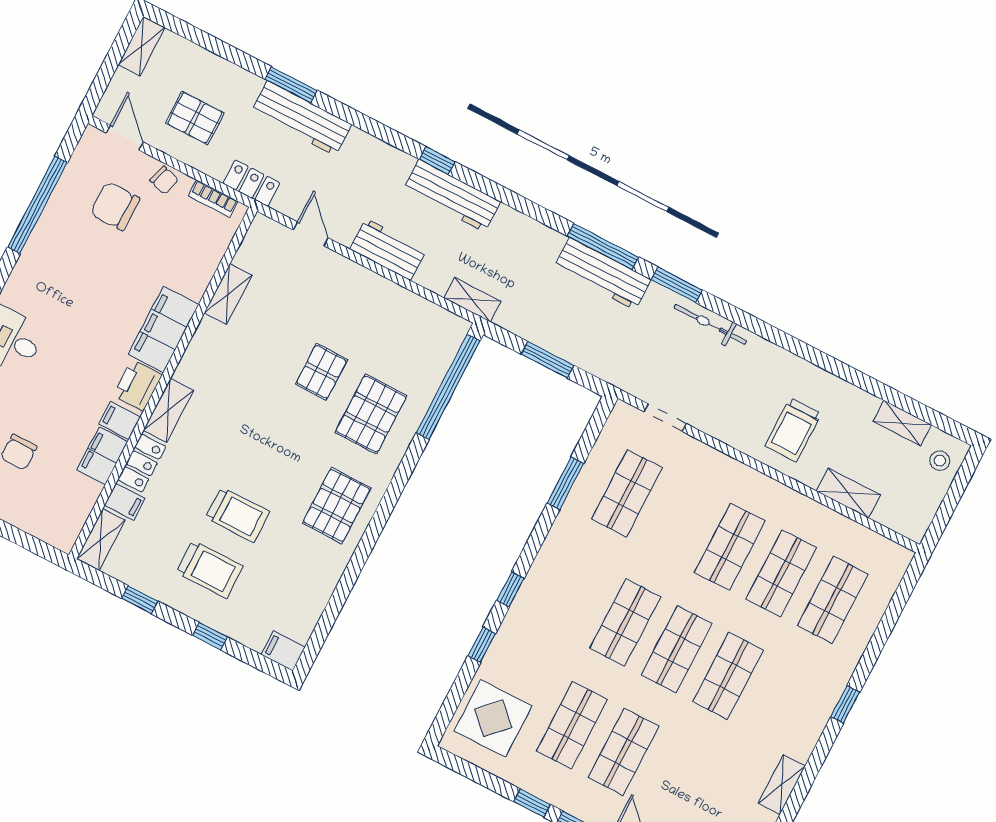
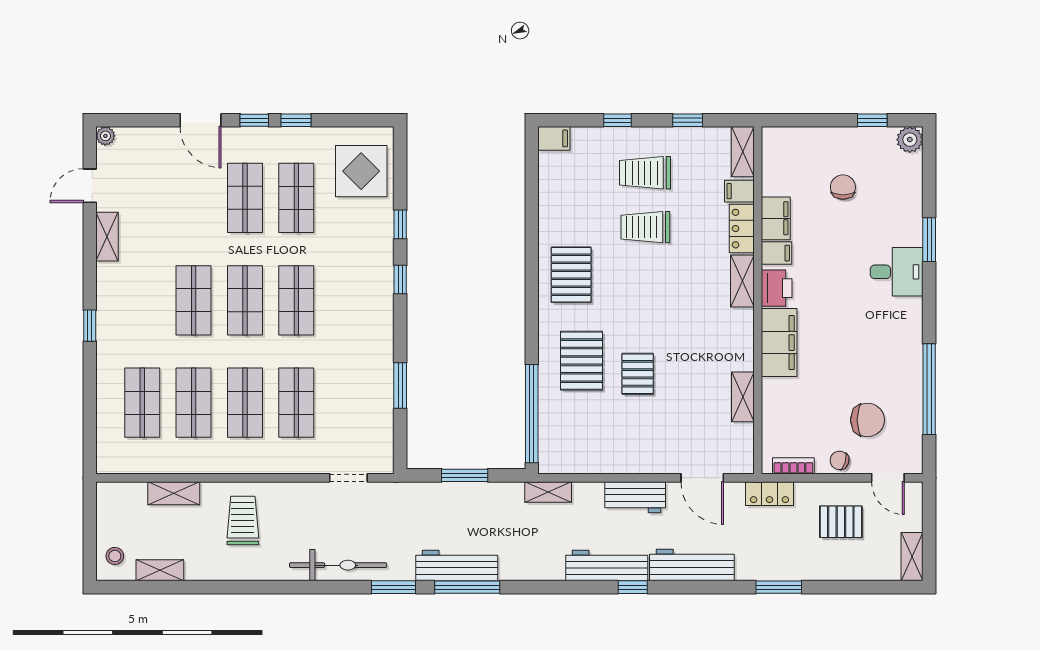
workbench: (301, 118) -> (692, 565), moved
door: (311, 234) -> (702, 478), width x1.38
bicycle: (710, 324) -> (338, 565), width x1.37, depth x1.40
shop shelf: (627, 493) -> (296, 403), moved

